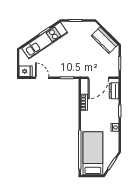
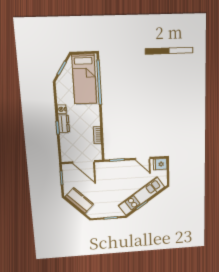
door: (98, 78) -> (84, 162), swing flipped
dresser: (114, 91) -> (64, 124), moved

